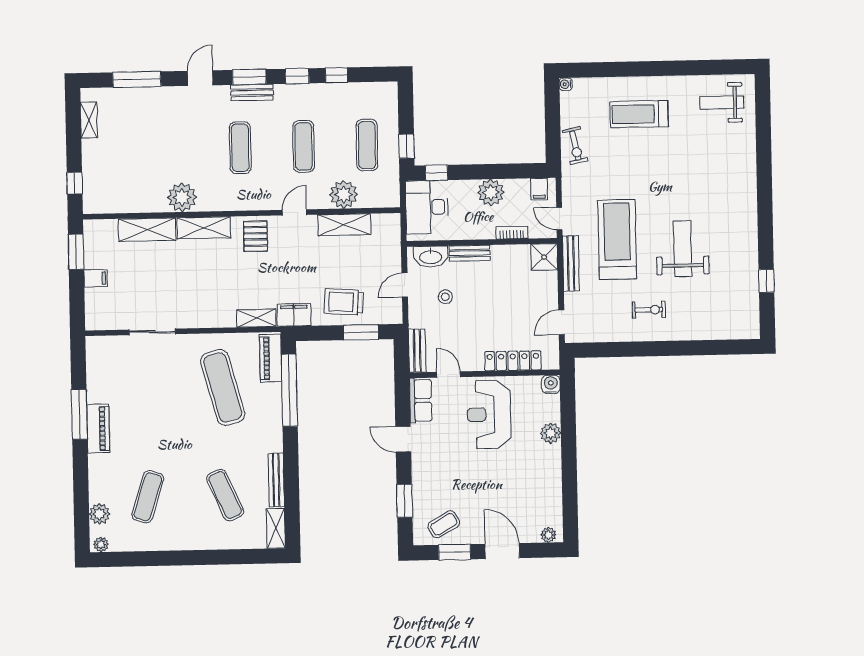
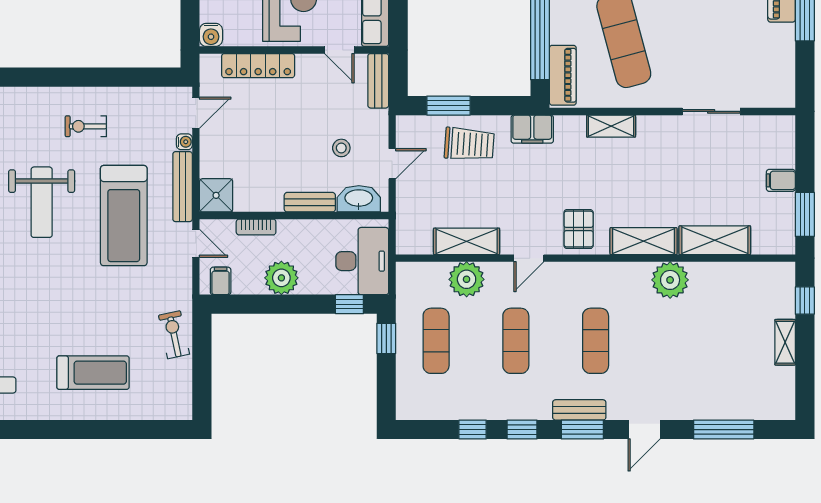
water cooler: (566, 84) -> (184, 142), moved
shelving: (89, 120) -> (785, 342), moved
shelving: (256, 318) -> (611, 126), moved

